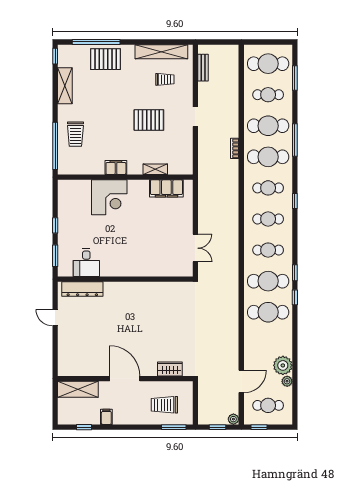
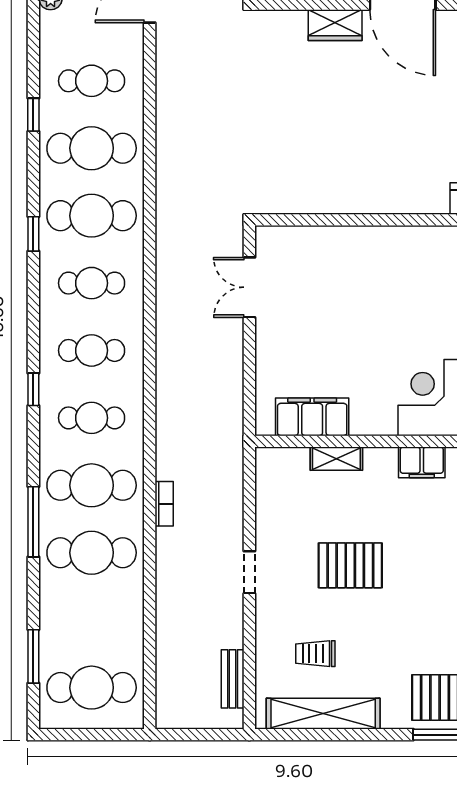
cafe table: (268, 95) -> (92, 81), moved
window: (295, 297) -> (33, 115), moved
plant: (283, 365) -> (60, 33), removed
wardrobe: (170, 369) -> (335, 25), moved

